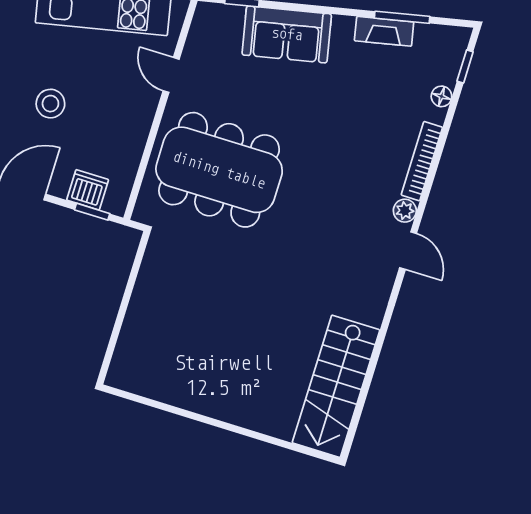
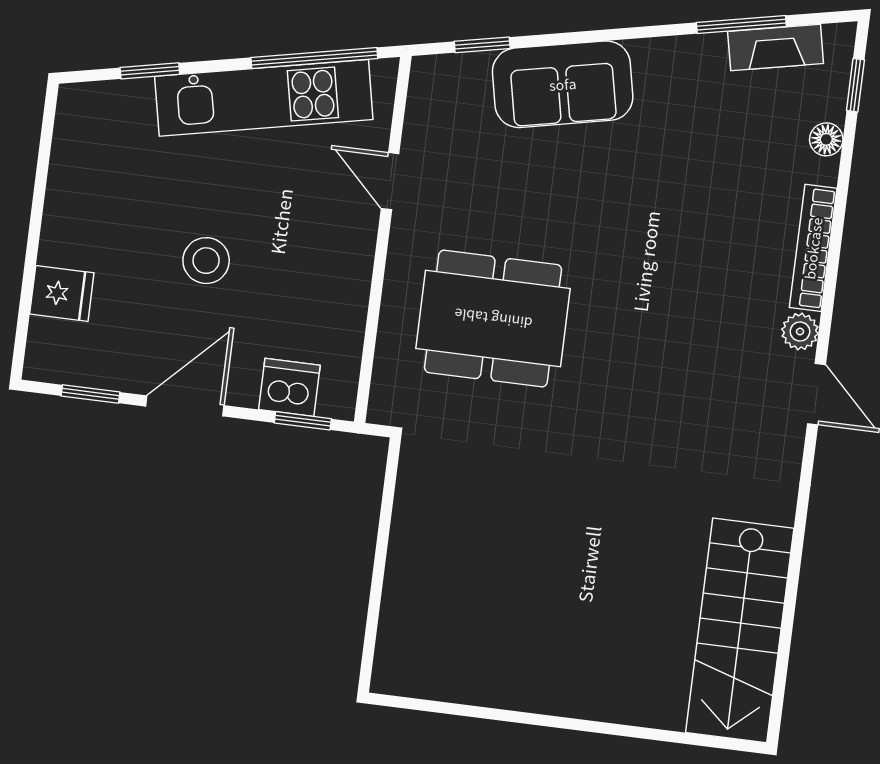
fireplace: (384, 31) -> (776, 47), moved
dining table: (219, 170) -> (493, 319), width x0.73, depth x0.80

